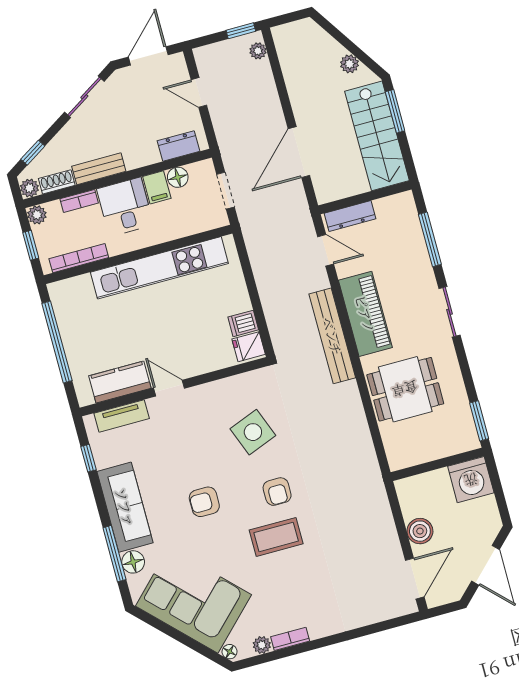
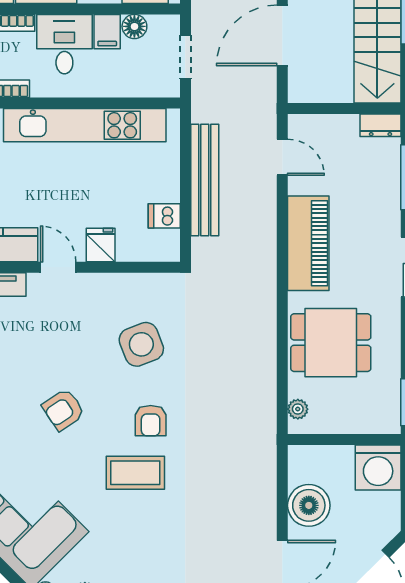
dresser: (350, 216) -> (380, 125), moved, width x0.70
bench: (332, 336) -> (205, 180), moved
fridge: (249, 347) -> (101, 245), moved, turned 90
plant: (393, 450) -> (298, 409), added
armchair: (204, 502) -> (63, 410), turned -34
boiler: (420, 531) -> (309, 505), width x1.37, depth x1.37

